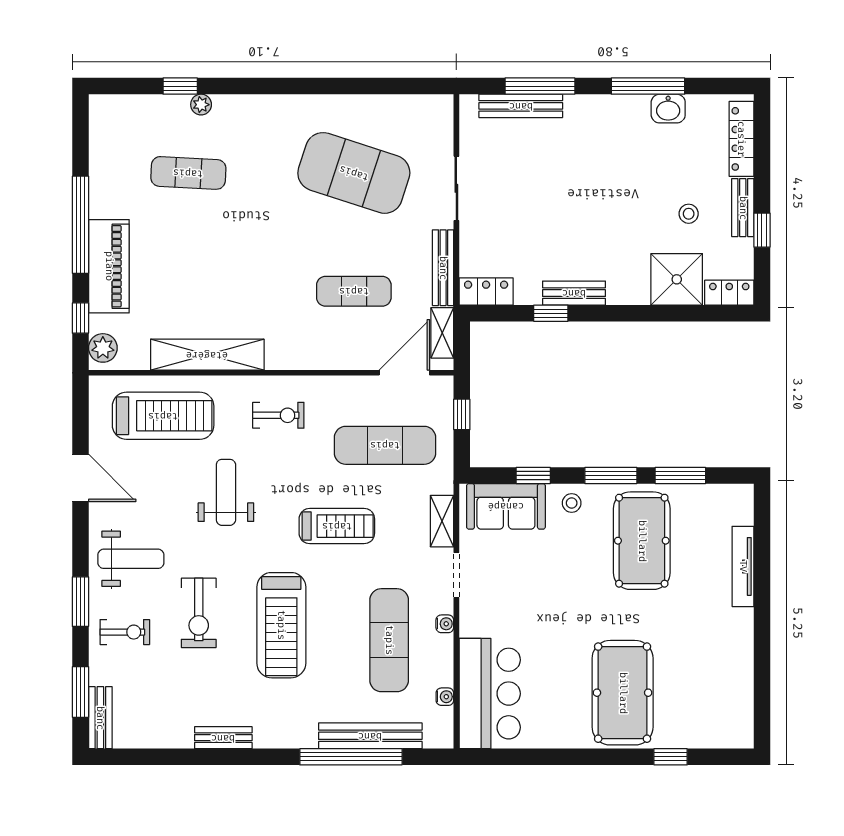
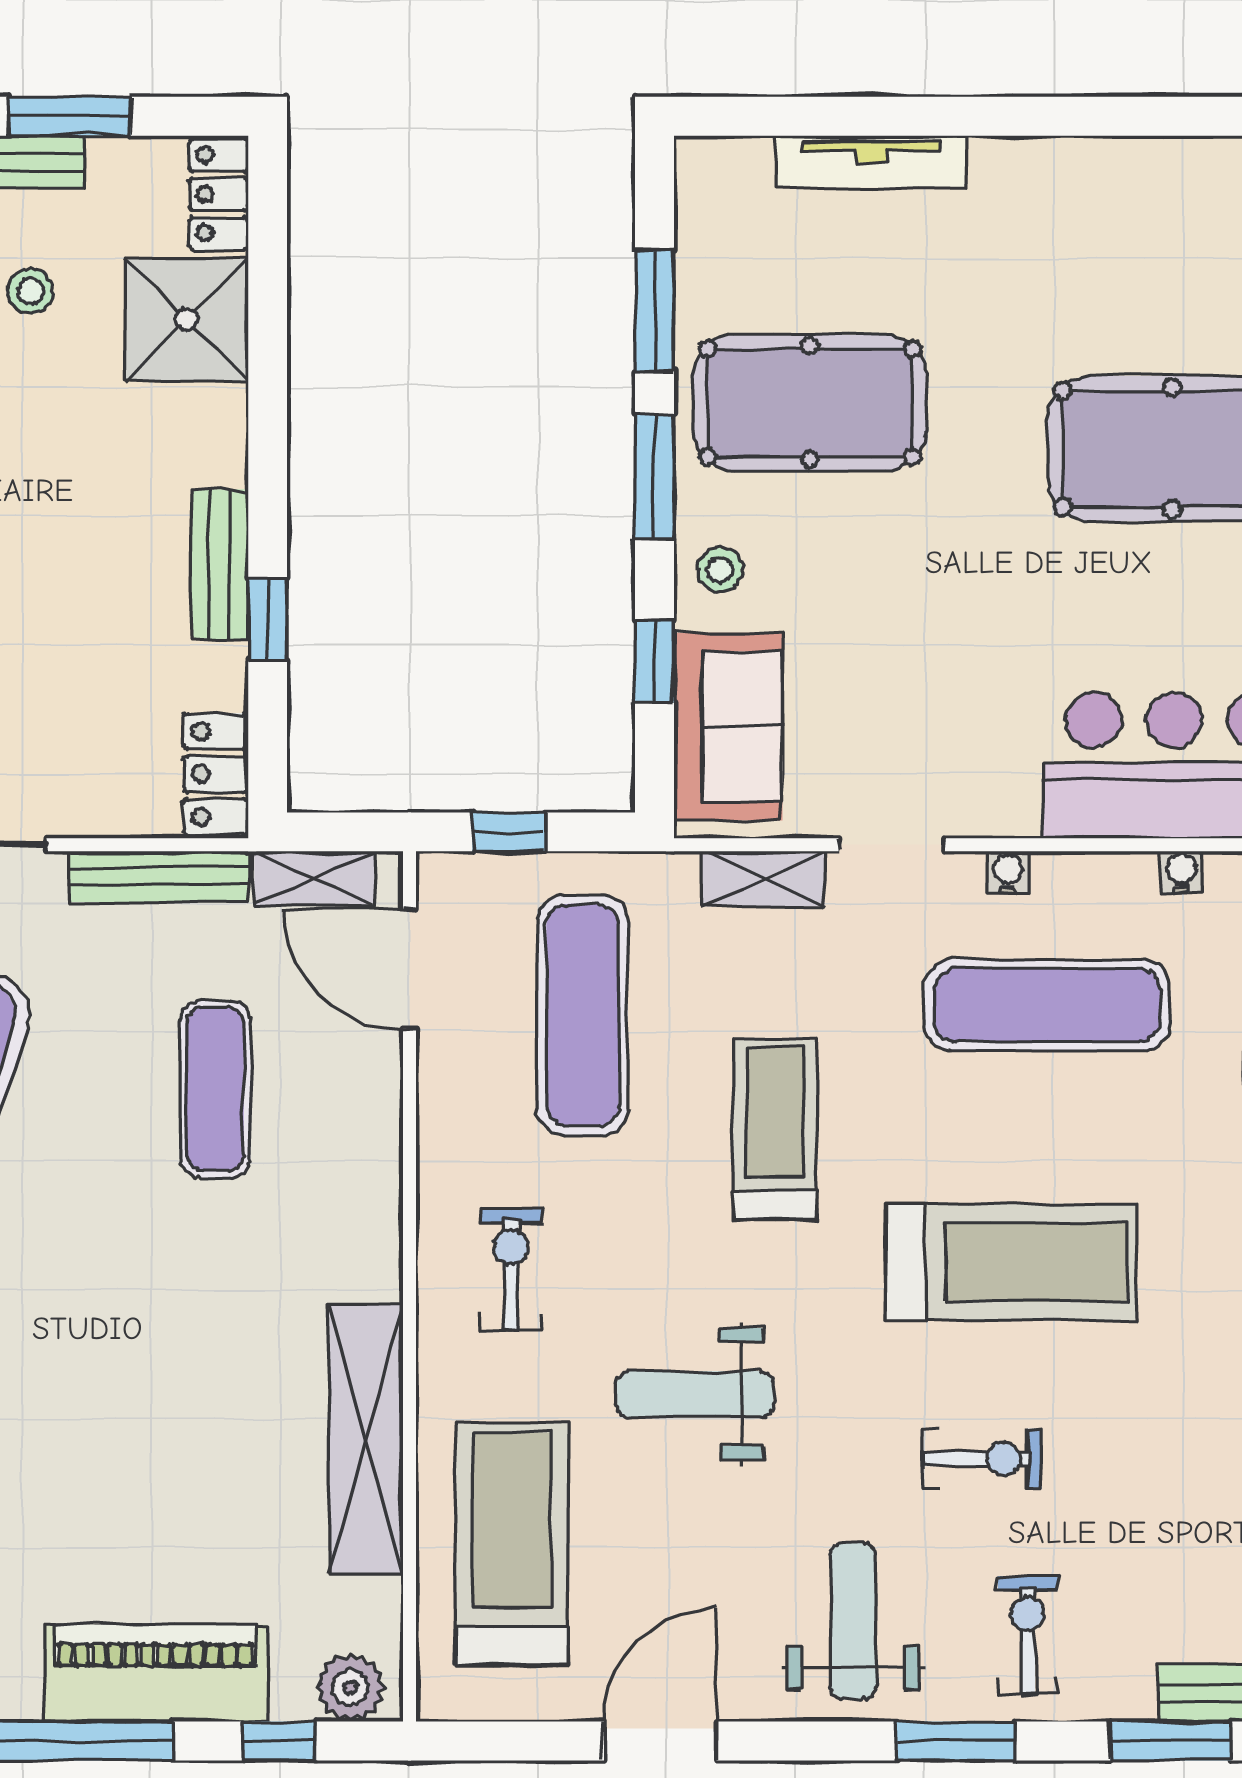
window: (762, 230) -> (69, 116), width x1.50
exercise bike: (199, 613) -> (982, 1459), width x0.73, depth x0.72

